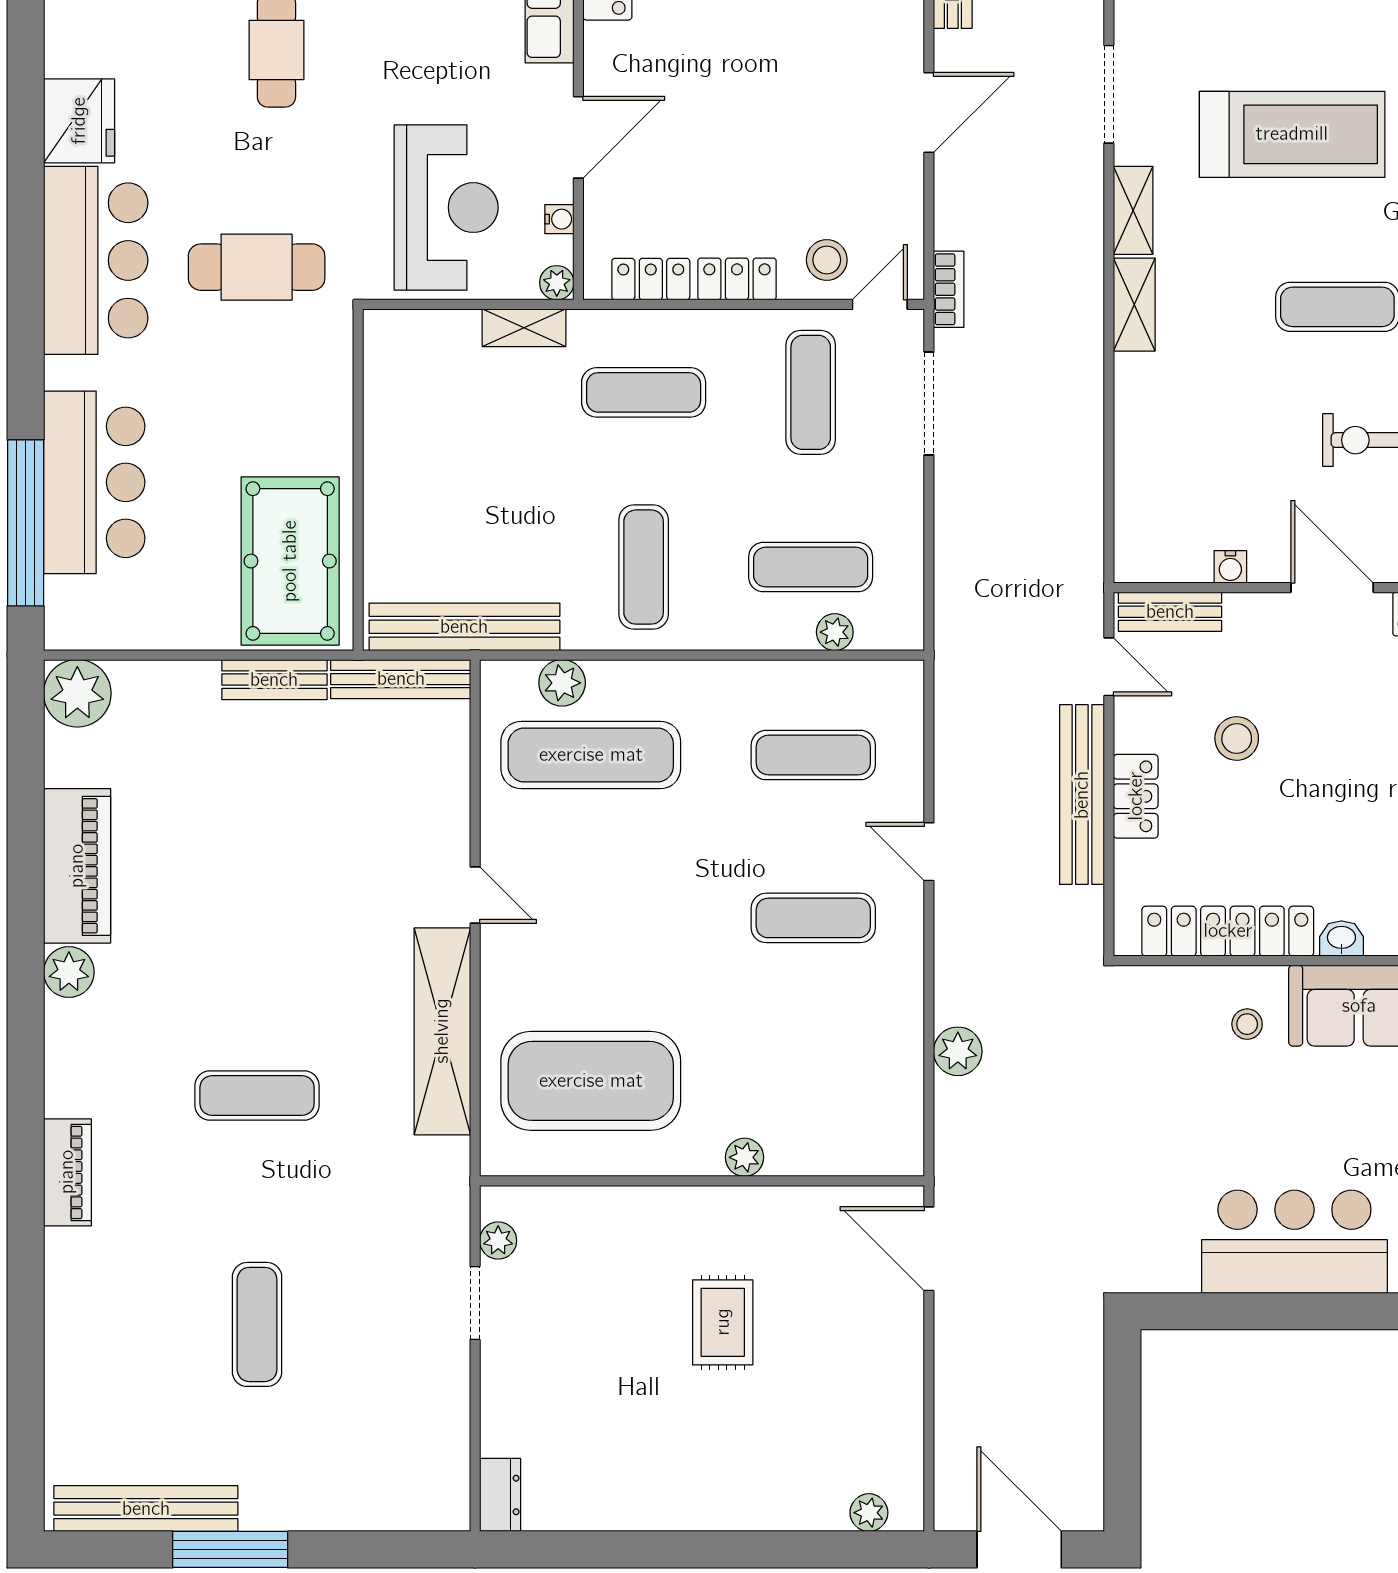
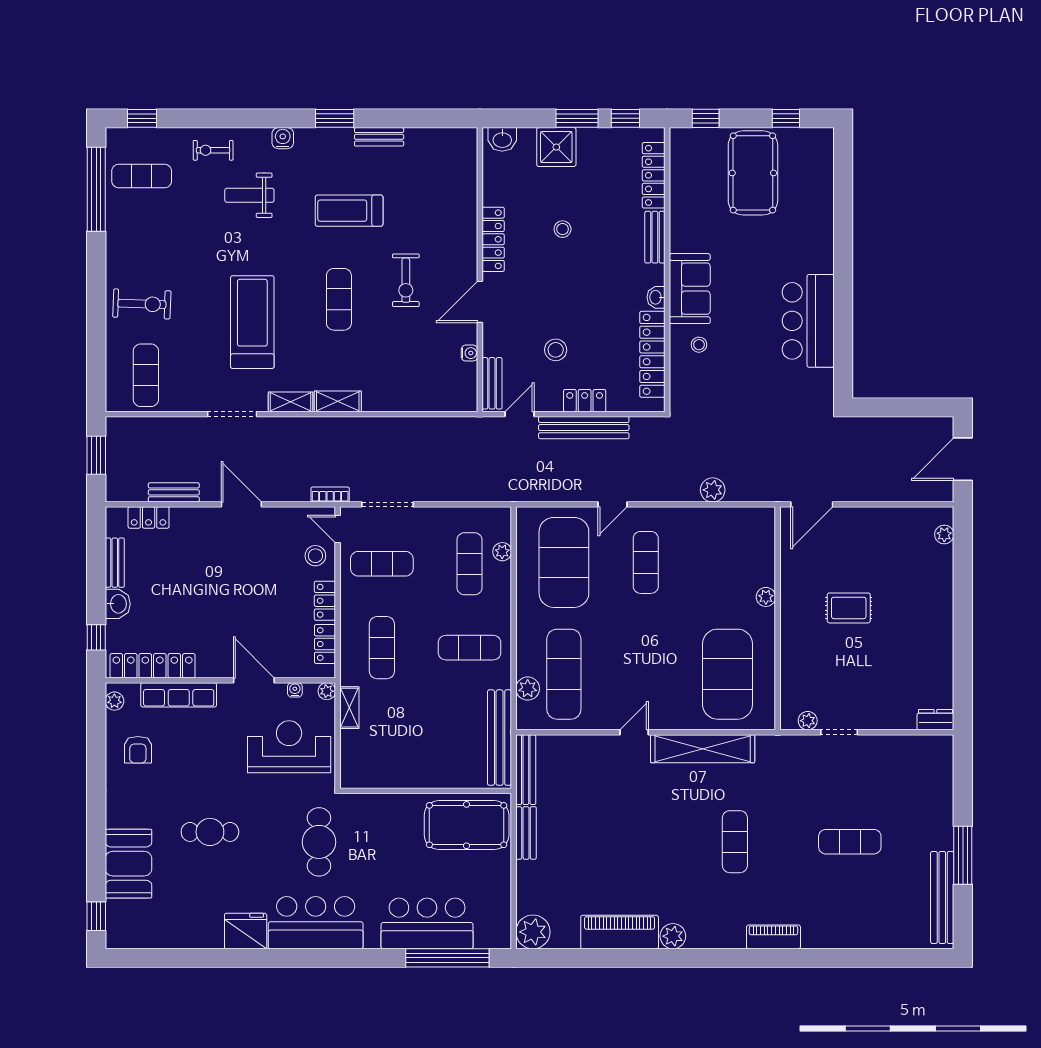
exercise mat: (813, 755) -> (564, 562), width x2.00, depth x1.45

